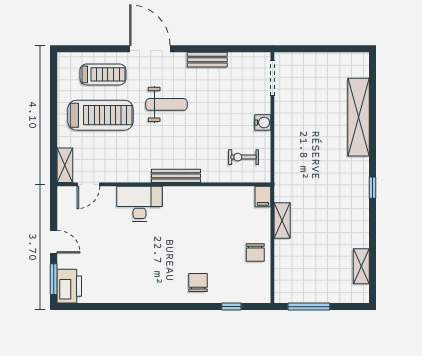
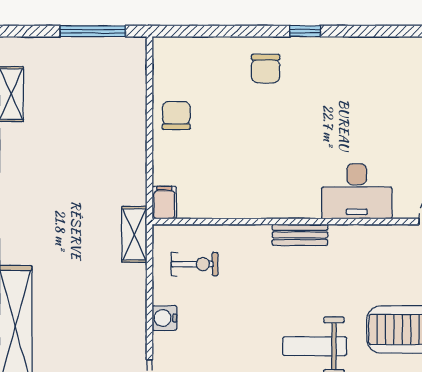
bench: (176, 176) -> (300, 235), width x0.73
shelving: (282, 220) -> (134, 234), moved
window: (231, 307) -> (305, 31), moved

